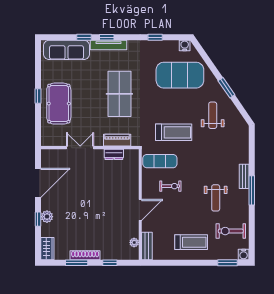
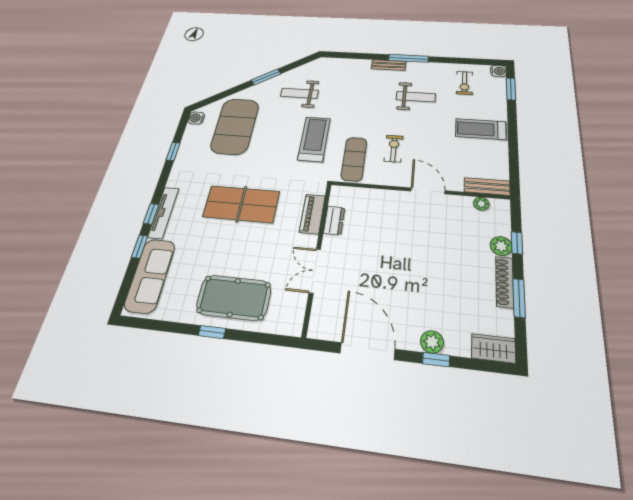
exercise bike: (231, 231) -> (464, 83), width x0.73, depth x0.72
treadmill: (191, 242) -> (481, 129), turned -90
plant: (107, 254) -> (501, 246), added

